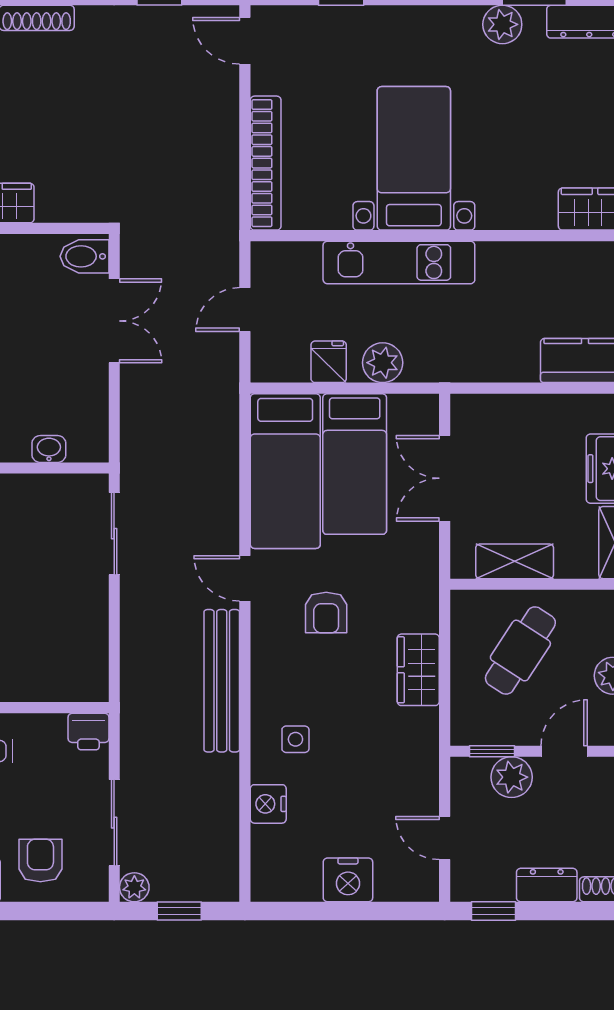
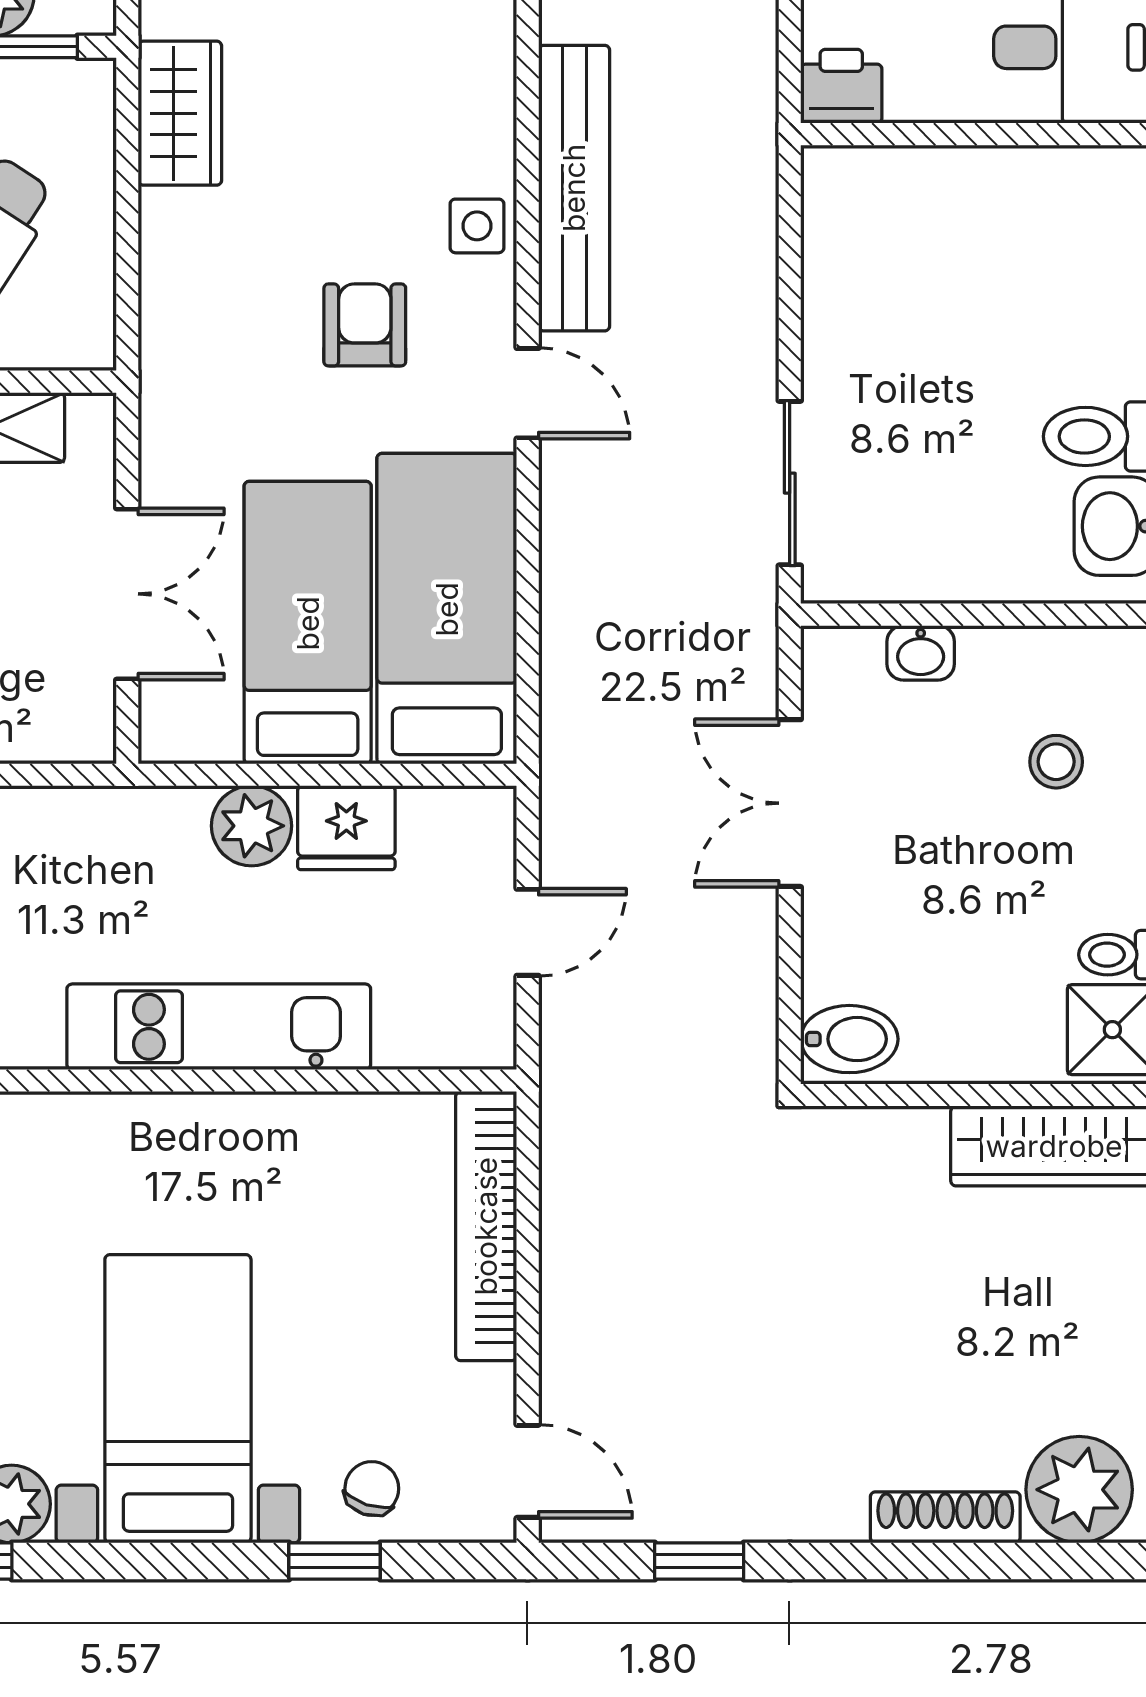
chair: (323, 32) -> (372, 1489), added
bed with nightstands: (414, 158) -> (178, 1399), moved, turned 180
double door: (114, 321) -> (790, 803), moved
fridge: (329, 362) -> (346, 828), width x1.38
wardrobe: (418, 670) -> (180, 113), moved
side table: (295, 739) -> (477, 226), moved

